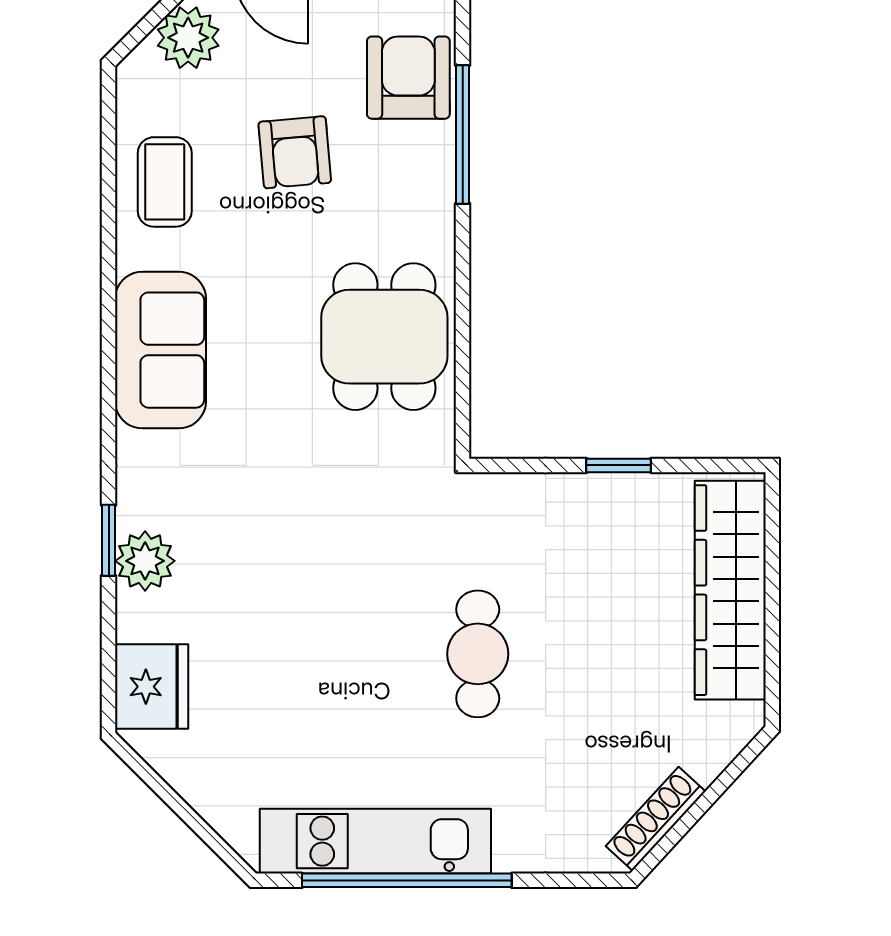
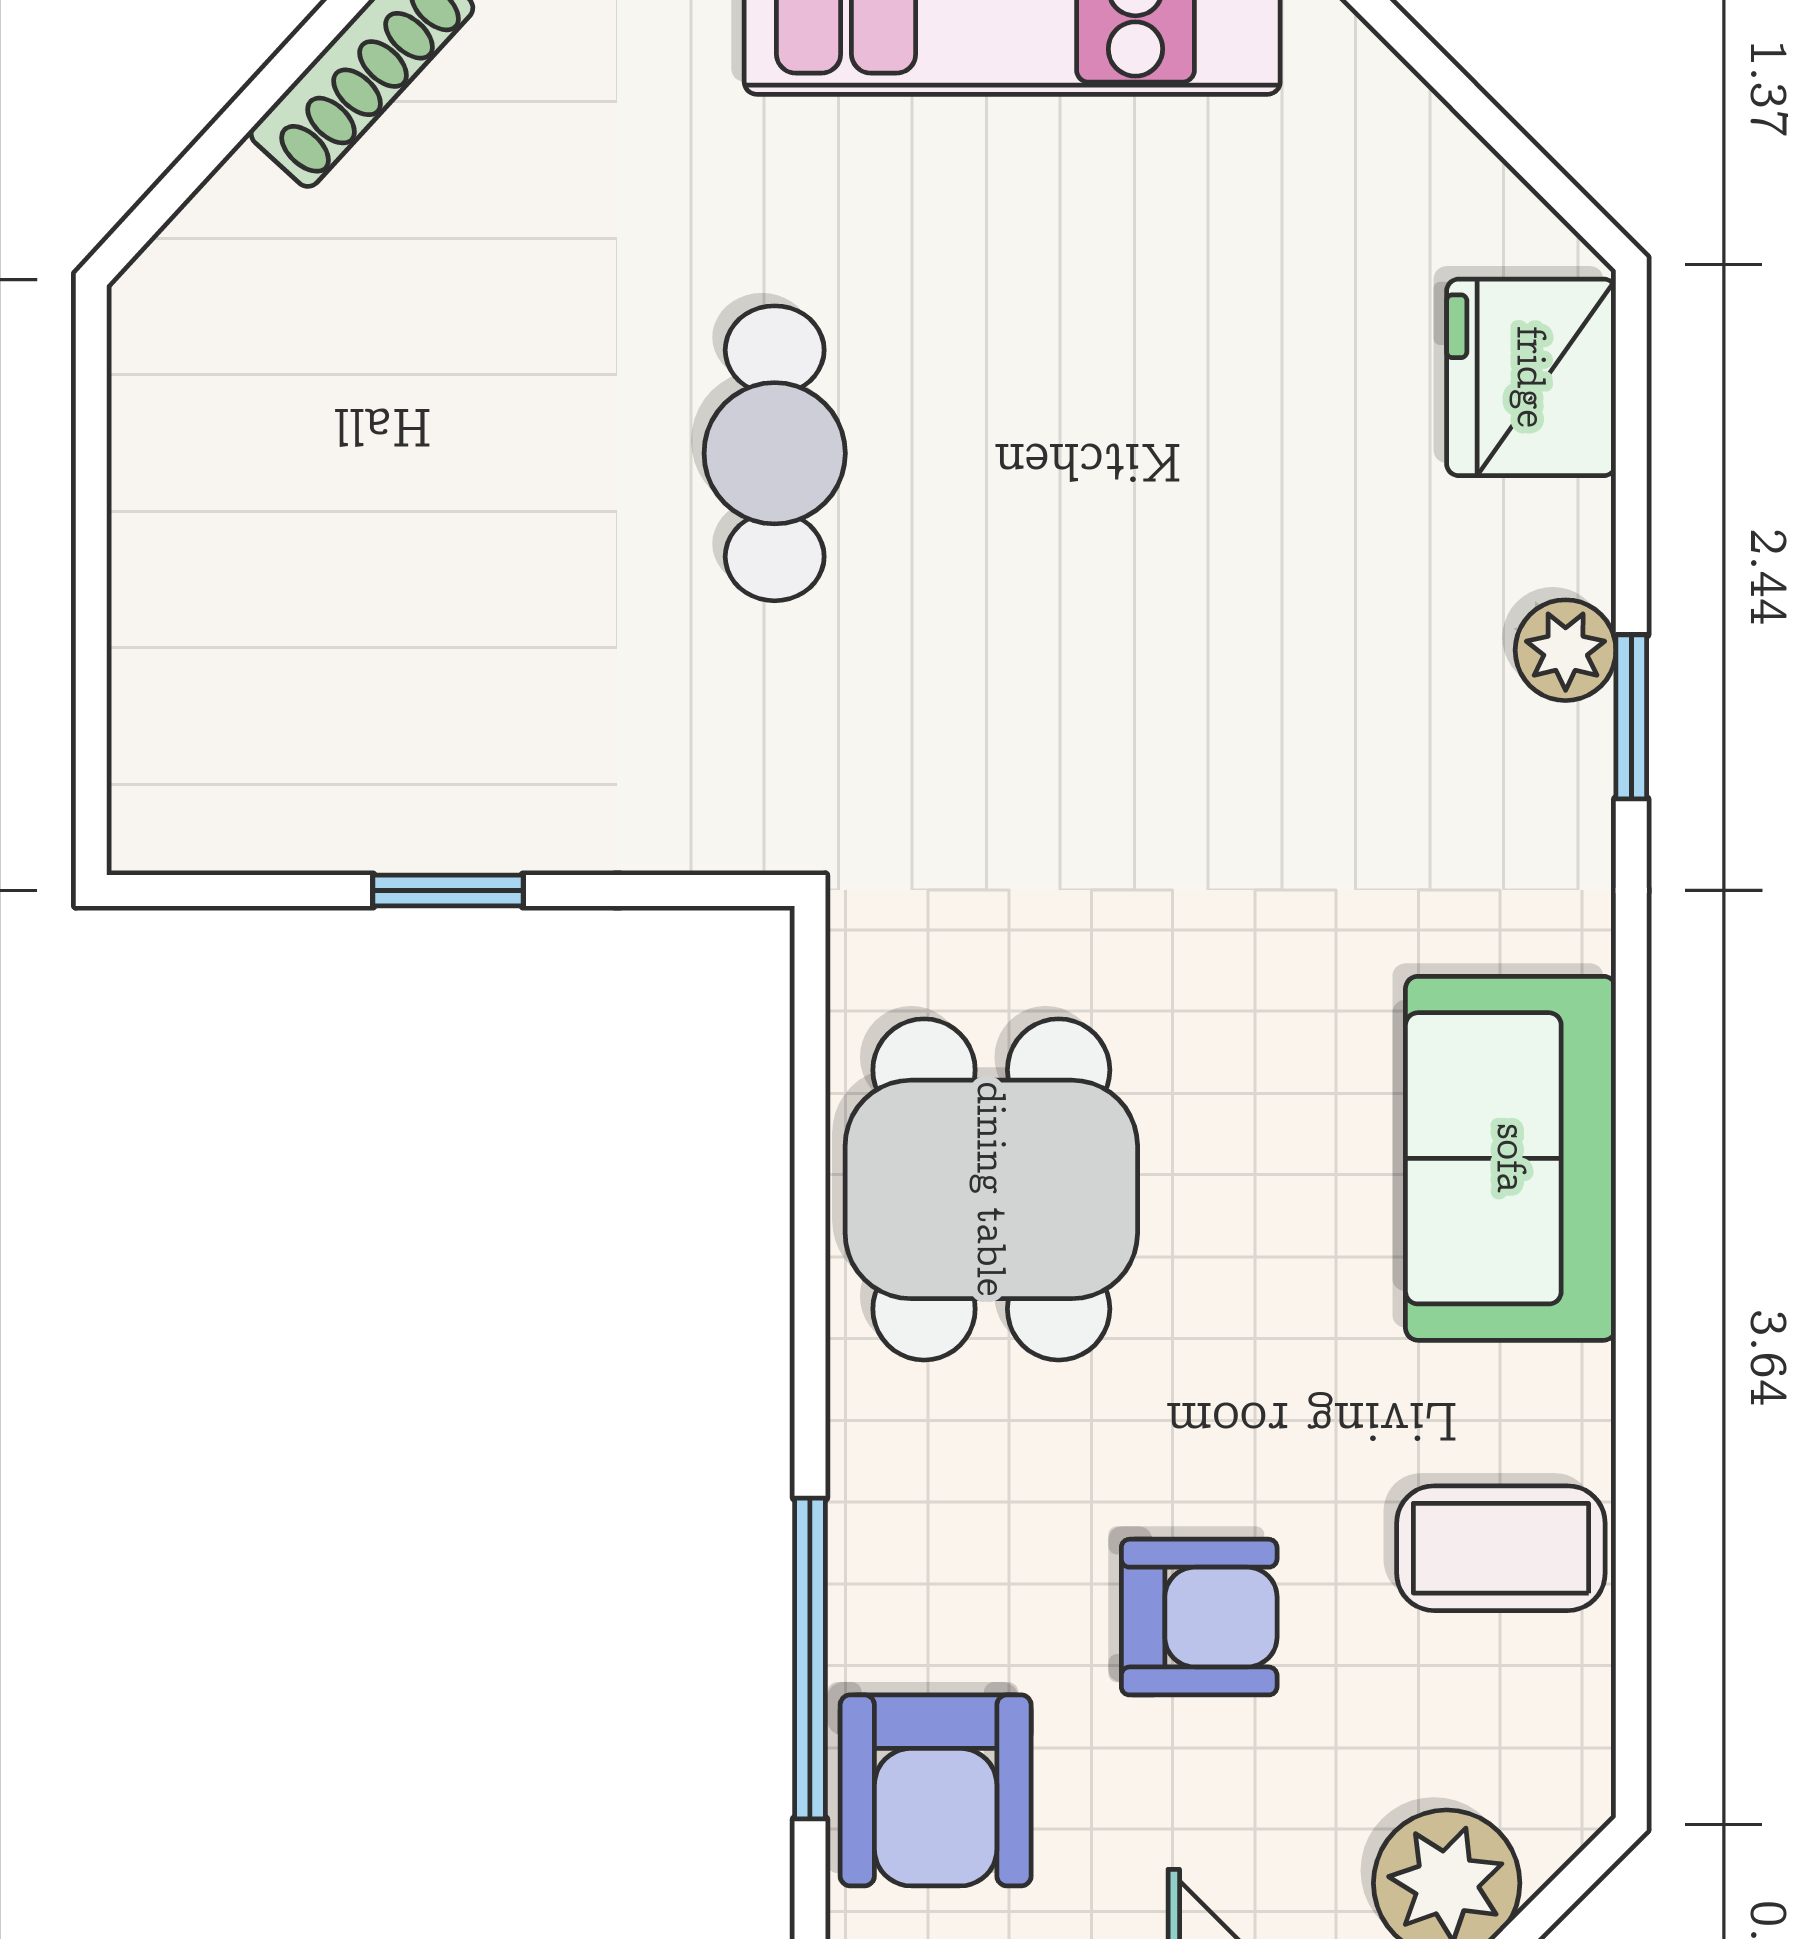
armchair: (295, 152) -> (1199, 1617), turned 95
coffee table: (165, 182) -> (1501, 1548), turned 90
plant: (145, 561) -> (1566, 650), width x0.73, depth x0.73
wardrobe: (730, 590) -> (189, 601), removed

